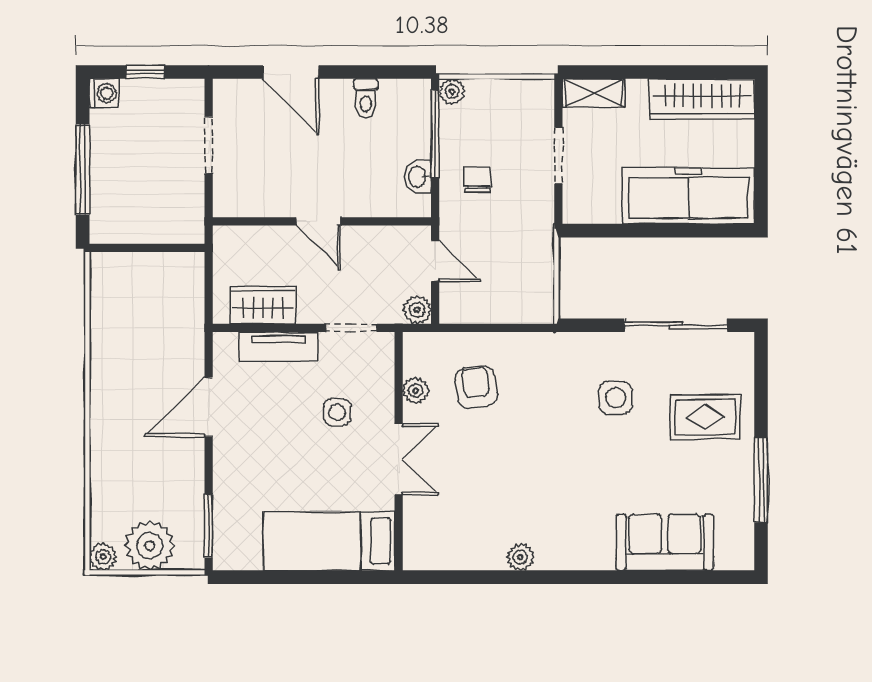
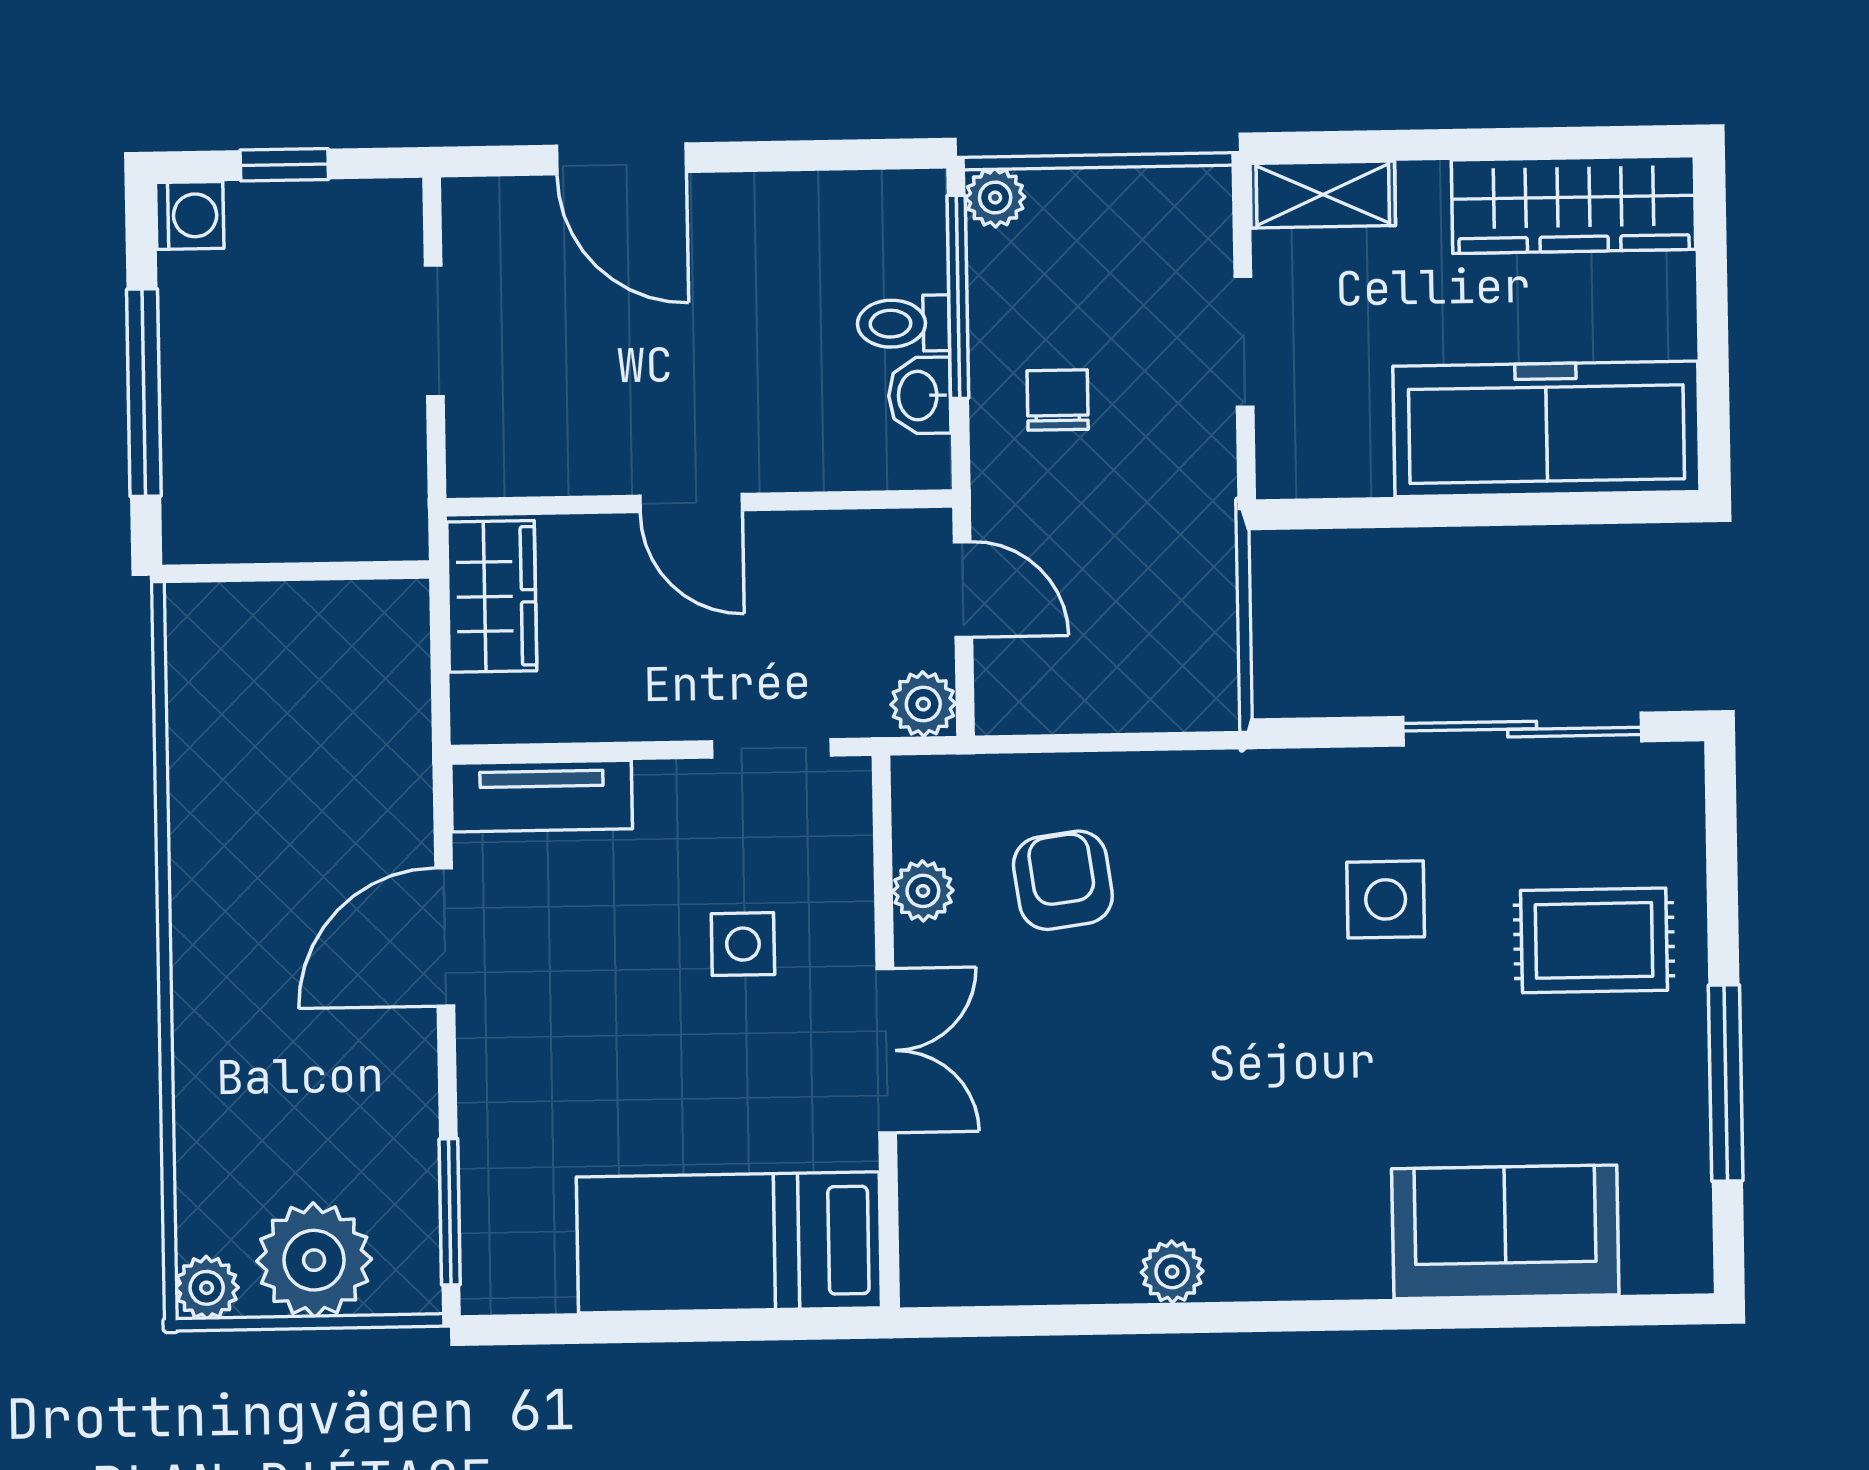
toilet: (366, 98) -> (903, 323), moved, turned 90
wardrobe: (263, 305) -> (492, 596), moved, turned 90
tv unit: (278, 347) -> (542, 796), moved

